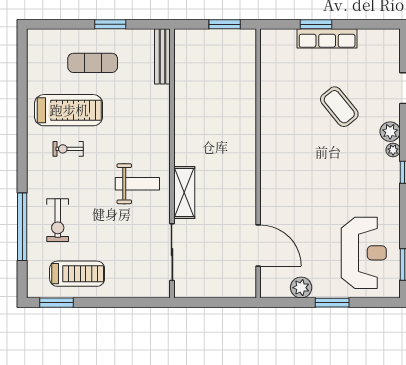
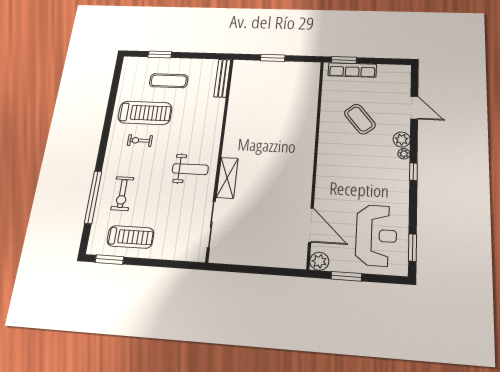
window: (110, 24) -> (160, 54), moved
wall: (258, 163) -> (315, 160), moved
door: (258, 245) -> (311, 225), moved

